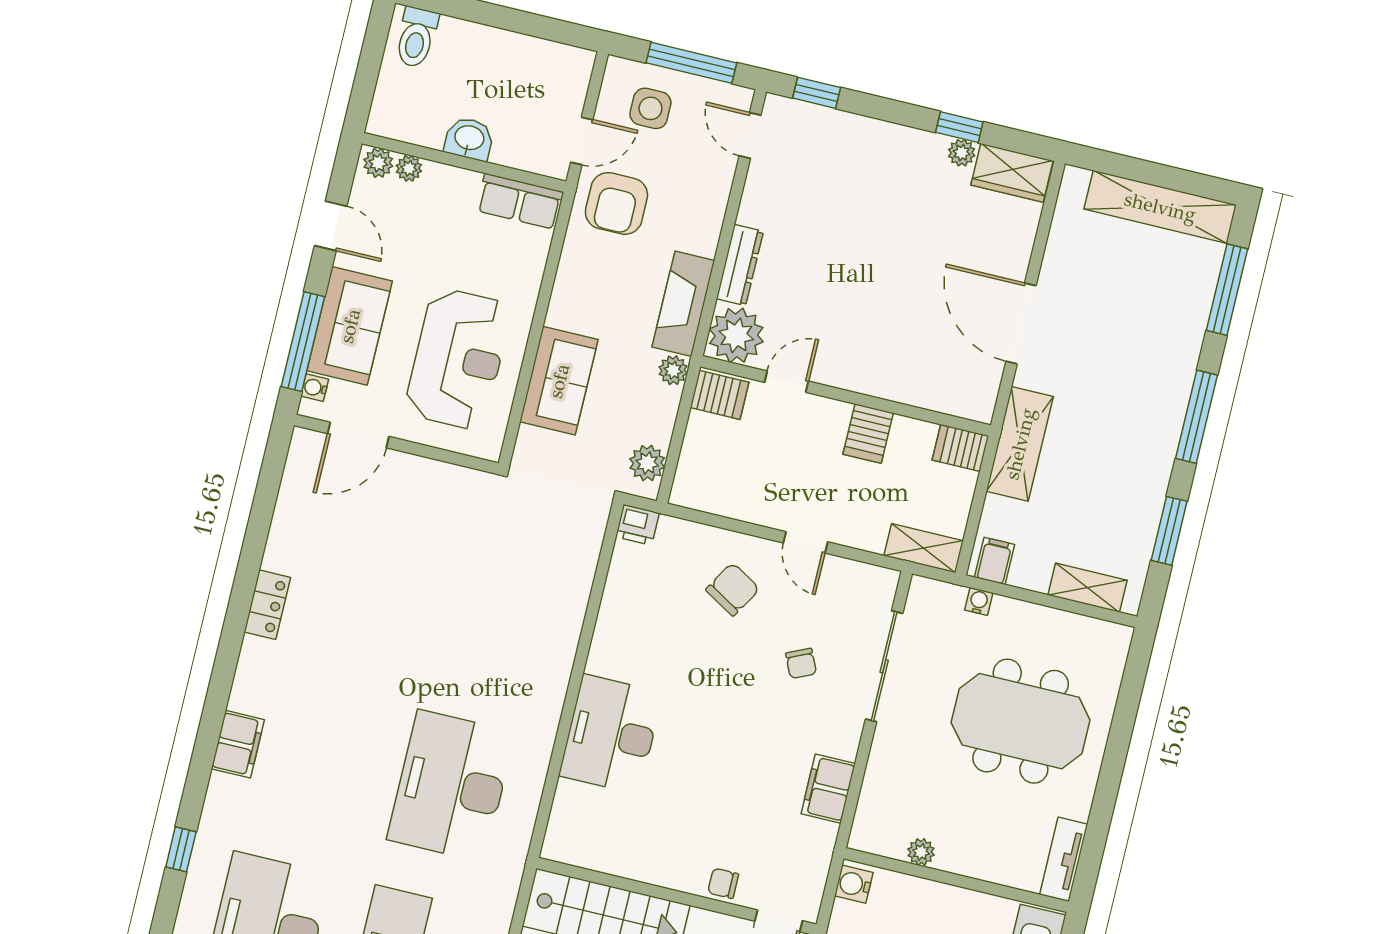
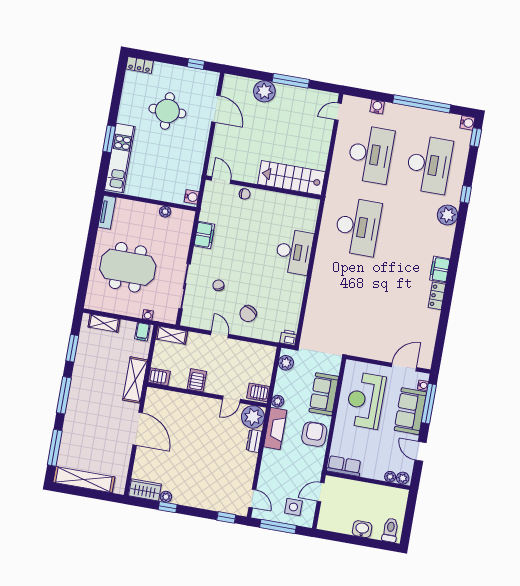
washbasin: (469, 139) -> (362, 529), moved, turned 180
armchair: (616, 203) -> (314, 434), moved
dresser: (740, 265) -> (254, 441), width x0.70
filing cabinet: (238, 744) -> (440, 269), moved
plant: (229, 801) -> (448, 215), added

